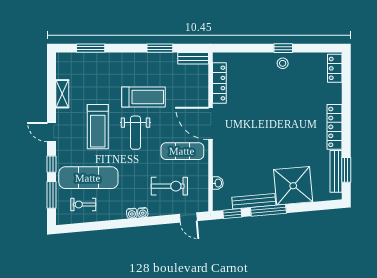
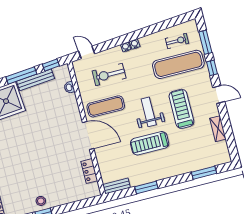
locker: (219, 83) -> (89, 171), width x0.66

